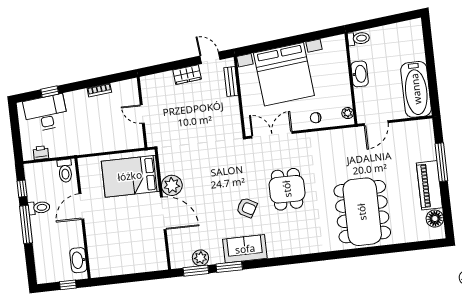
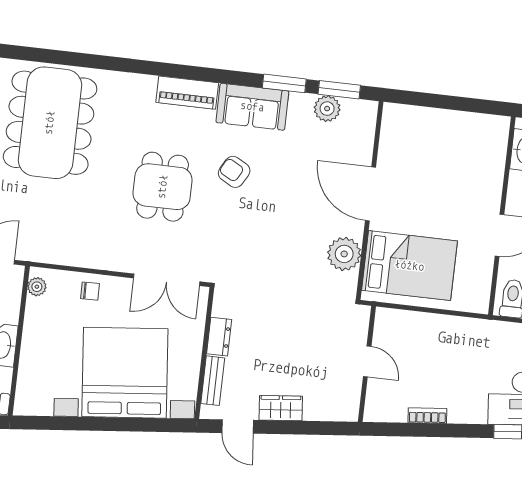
dresser: (233, 108) -> (219, 337), added
plant: (172, 185) -> (344, 254), moved
piano: (285, 248) -> (187, 93), added

